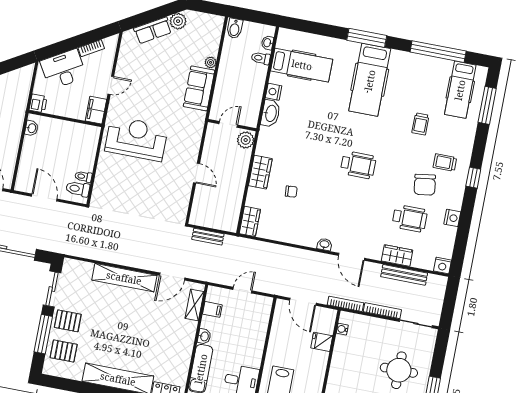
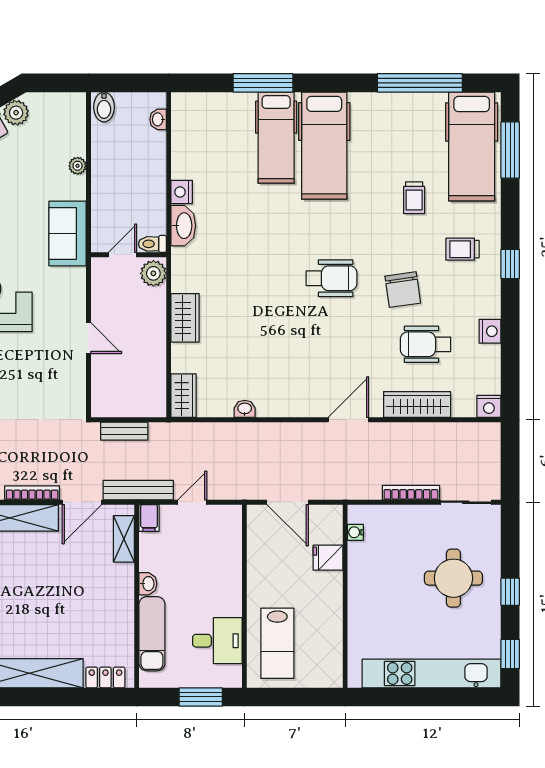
window: (367, 38) -> (263, 83), moved
toilet: (261, 58) -> (152, 244), moved
hospital bed: (302, 65) -> (276, 138), moved, turned 90
sofa: (199, 88) -> (68, 233), moved
hospital bed: (460, 90) -> (472, 147), width x1.37, depth x1.29
chair: (425, 185) -> (403, 290), moved
chair: (291, 192) -> (238, 338), removed
wheelchair: (410, 218) -> (425, 344), turned 180
washbasin: (324, 244) -> (245, 409), moved
wardrobe: (397, 256) -> (417, 404), width x1.50
door: (352, 257) -> (348, 420), swing flipped
bench: (404, 275) -> (138, 490), moved
bookcase: (346, 304) -> (32, 493), moved
filing cabinet: (212, 309) -> (149, 518), moved, turned 90

